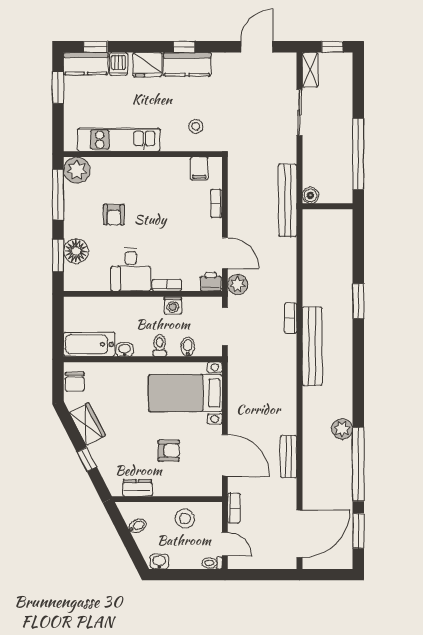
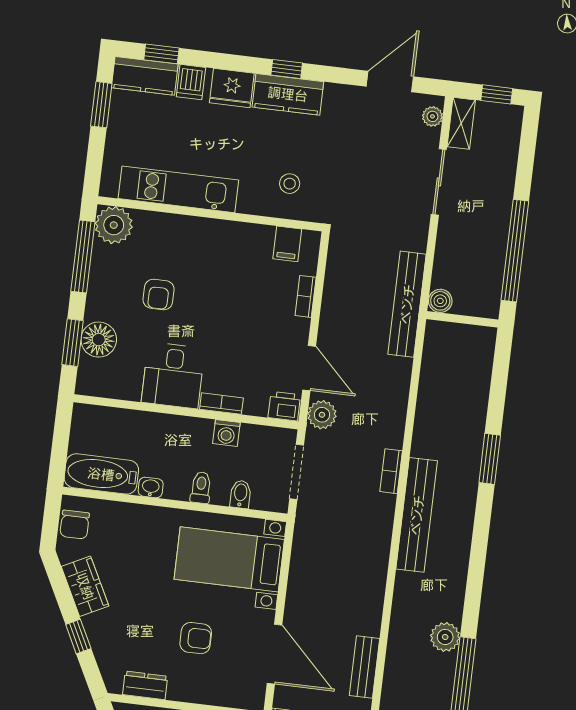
plant: (290, 68) -> (432, 116), added

